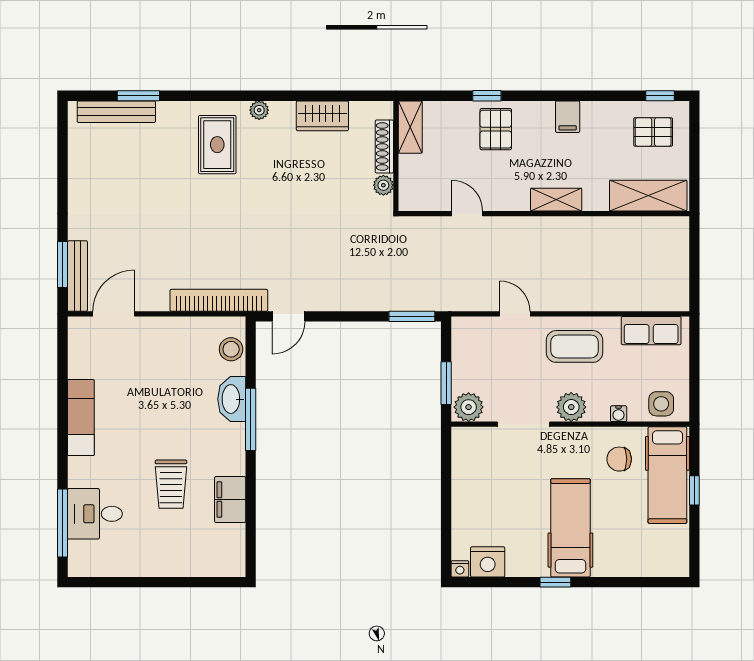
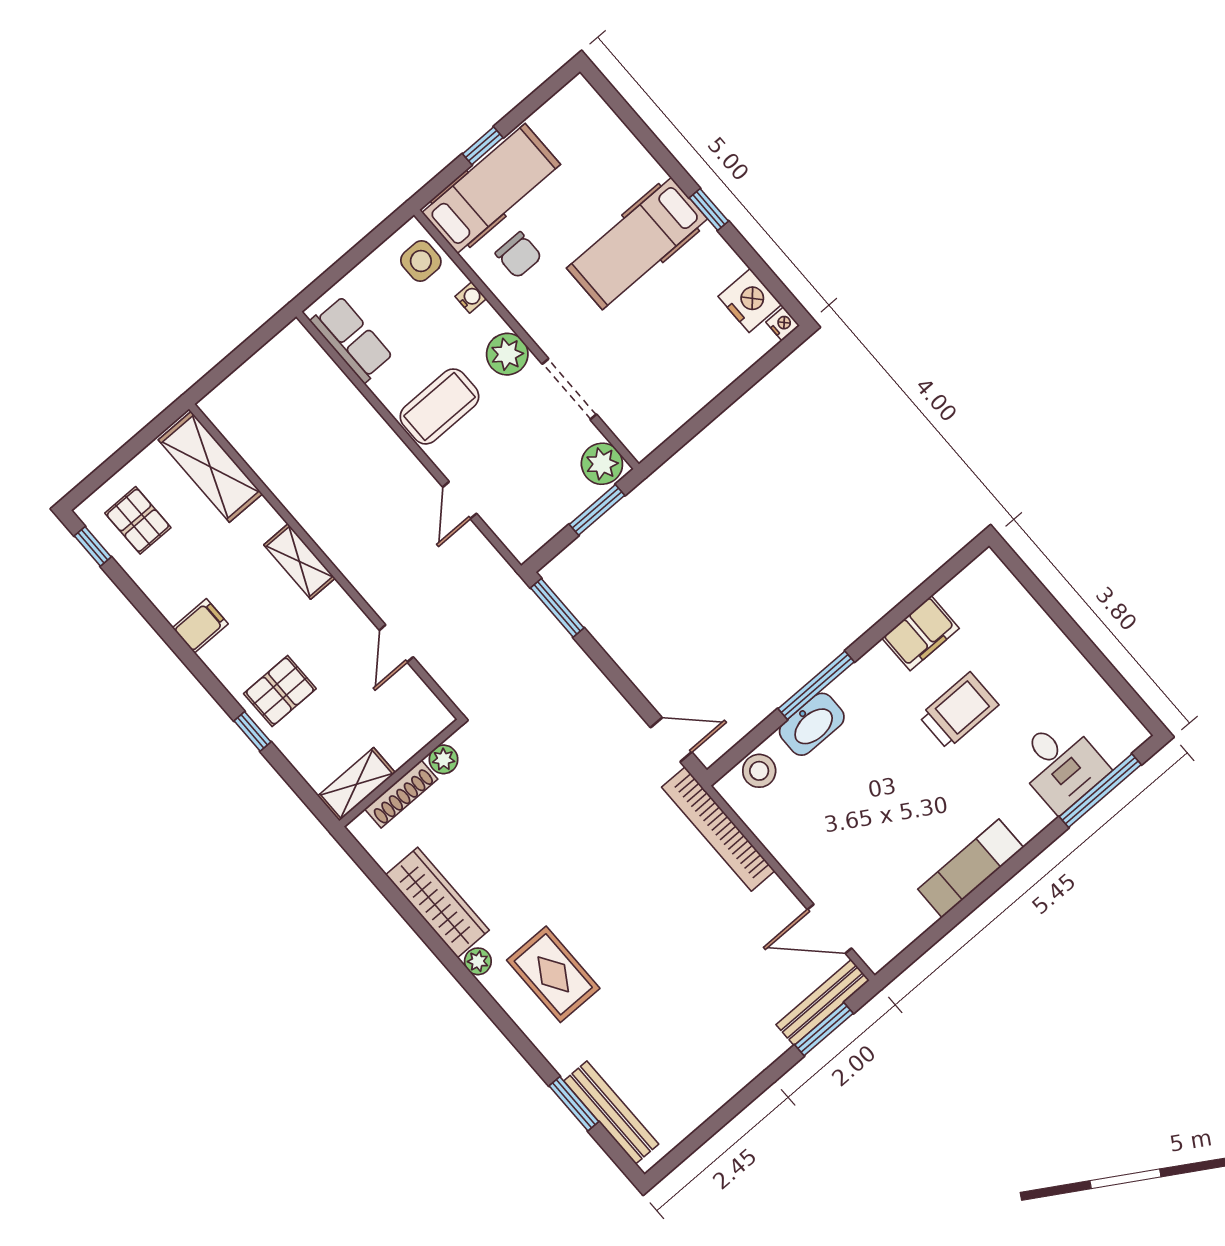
wardrobe: (322, 116) -> (437, 902), width x1.50
rug: (217, 145) -> (553, 974), turned 90
coffee table: (575, 346) -> (439, 406), turned 90

